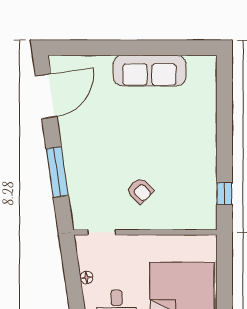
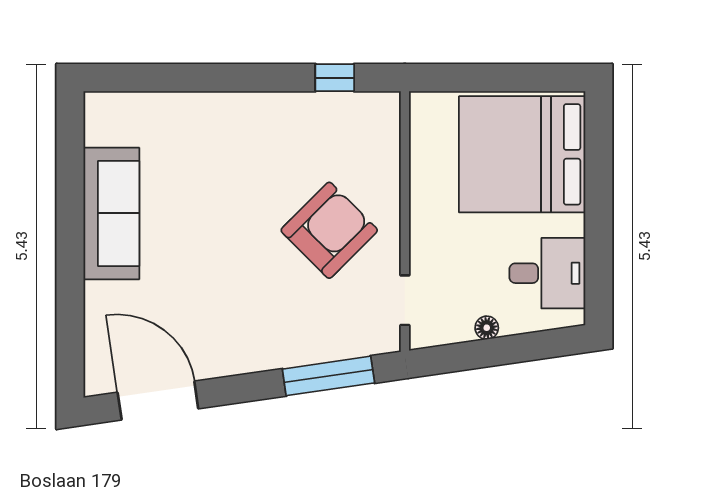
window: (57, 172) -> (328, 376), moved
armchair: (140, 191) -> (329, 230), width x1.88, depth x1.88

